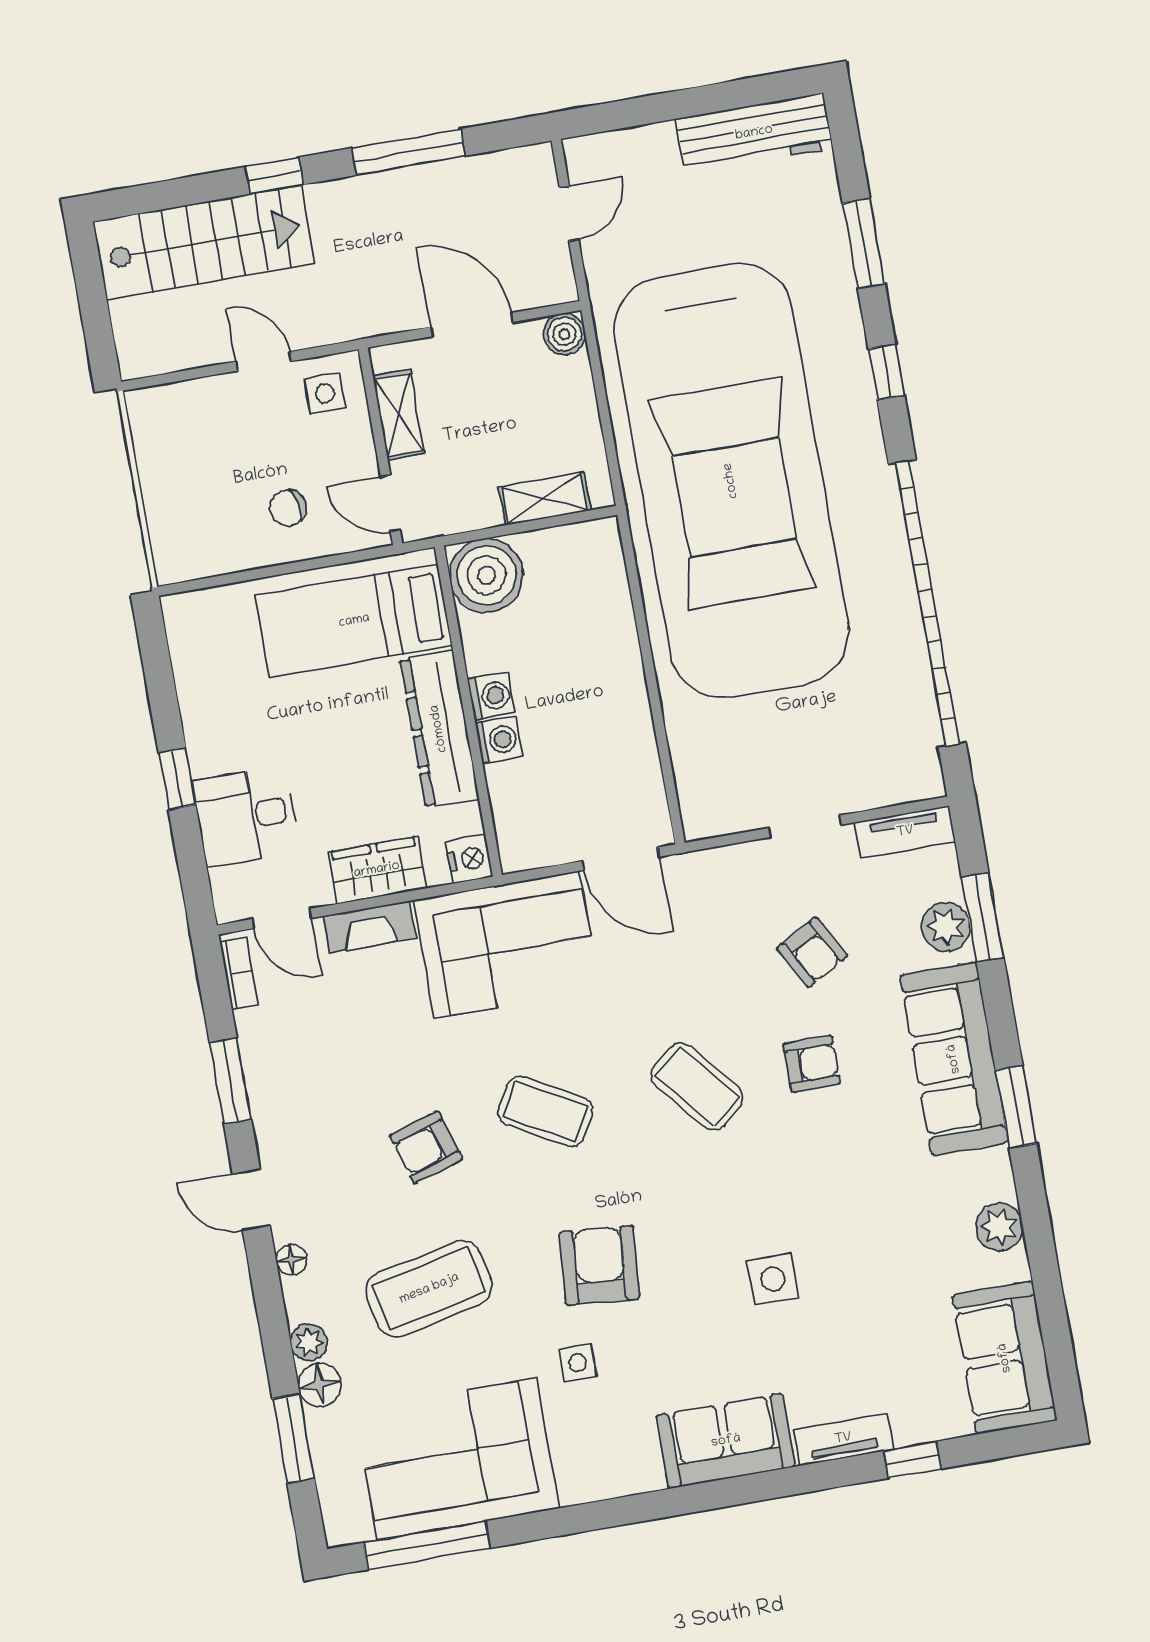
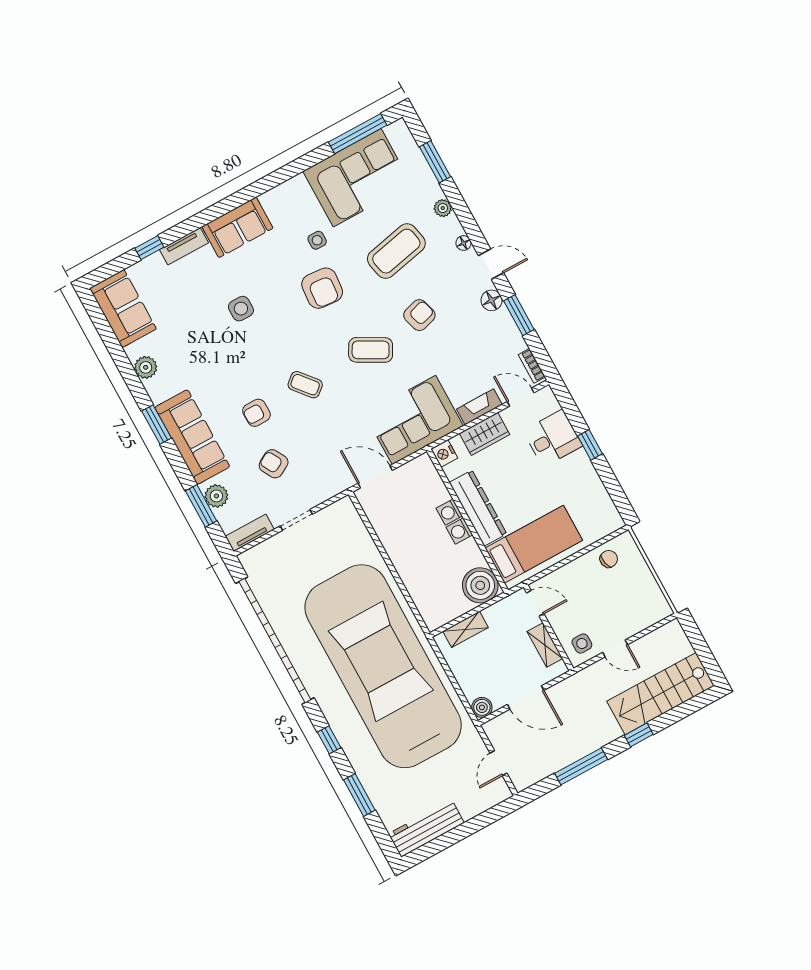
chair: (288, 508) -> (609, 559), moved
coffee table: (697, 1087) -> (305, 385), width x0.73, depth x0.77
floor lamp: (320, 1385) -> (492, 300), moved

